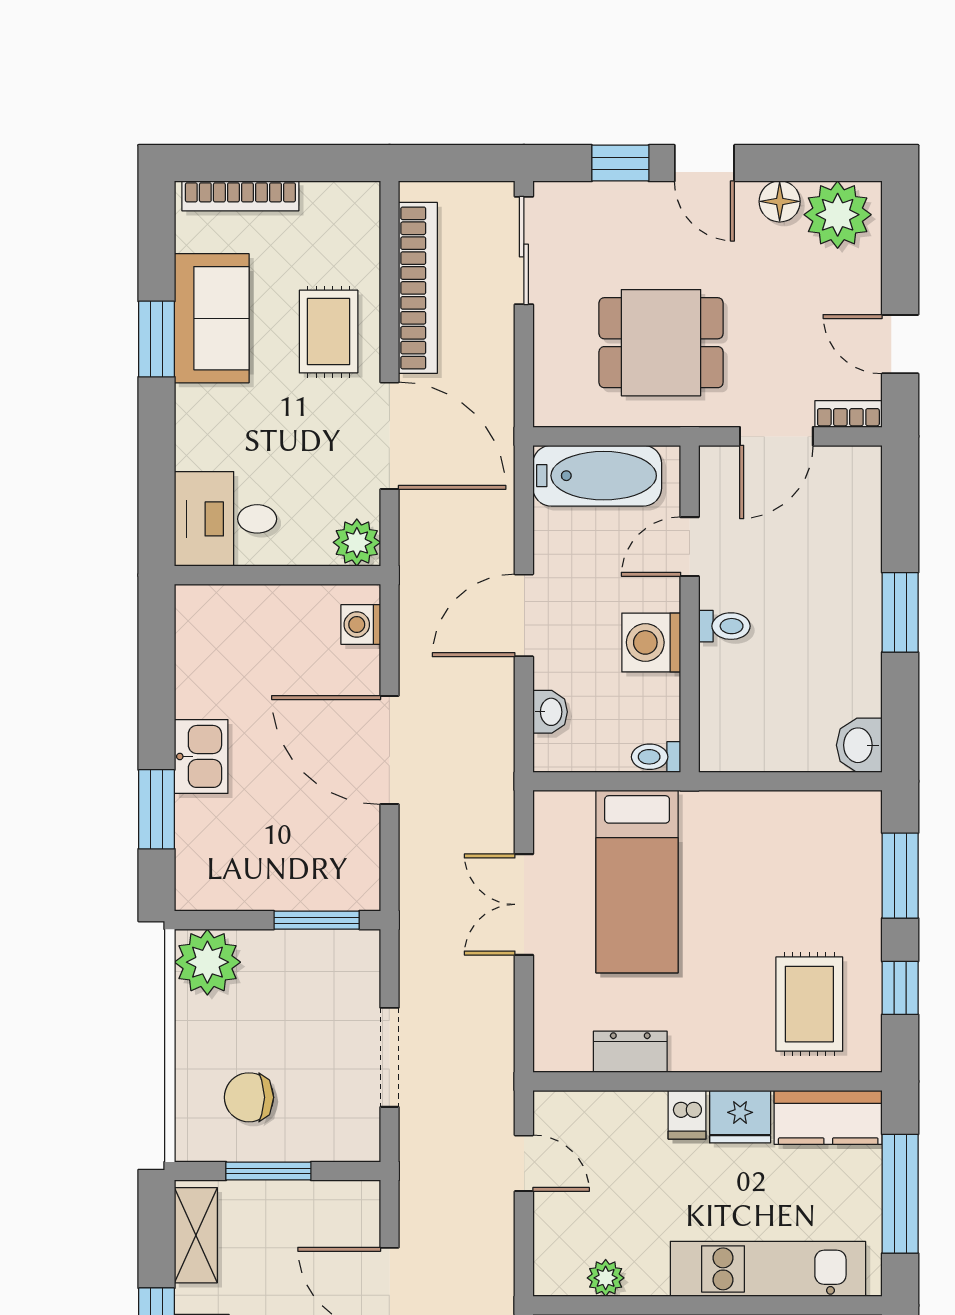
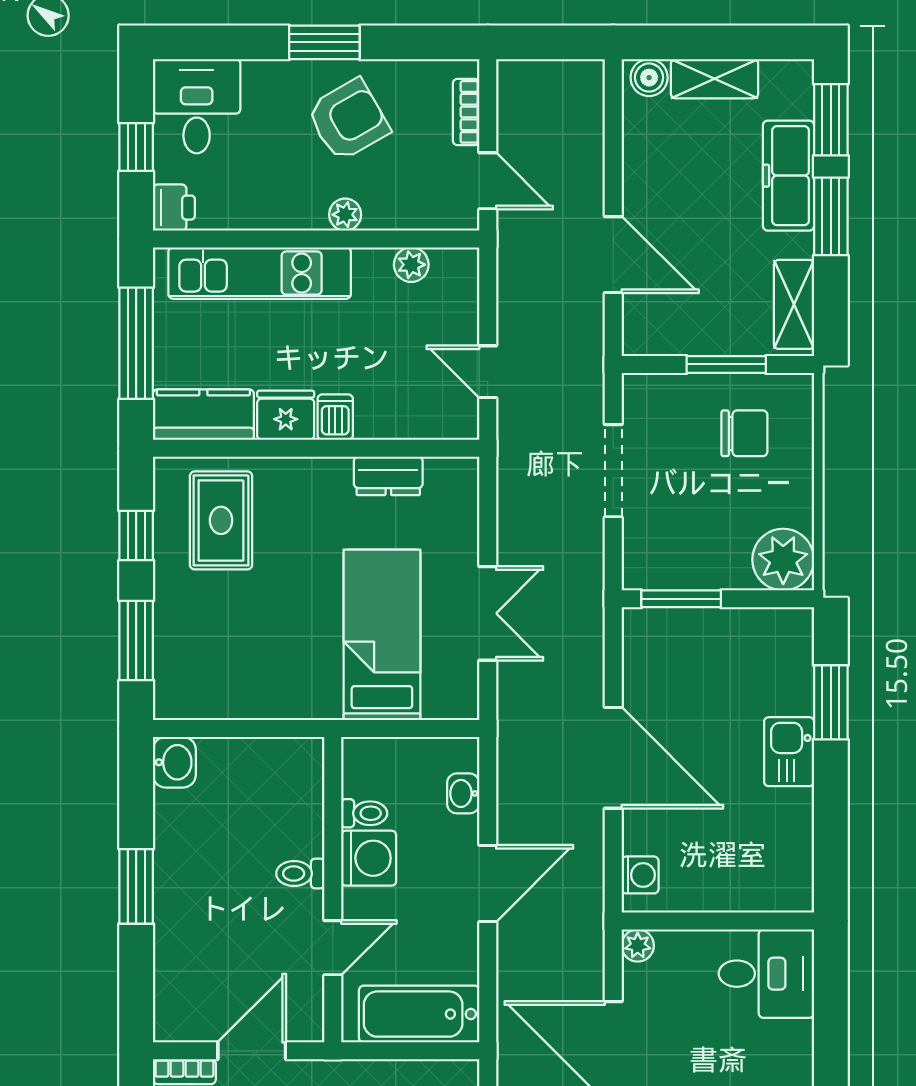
plant: (357, 542) -> (638, 946), width x0.73, depth x0.73
toilet: (656, 757) -> (364, 813), moved

